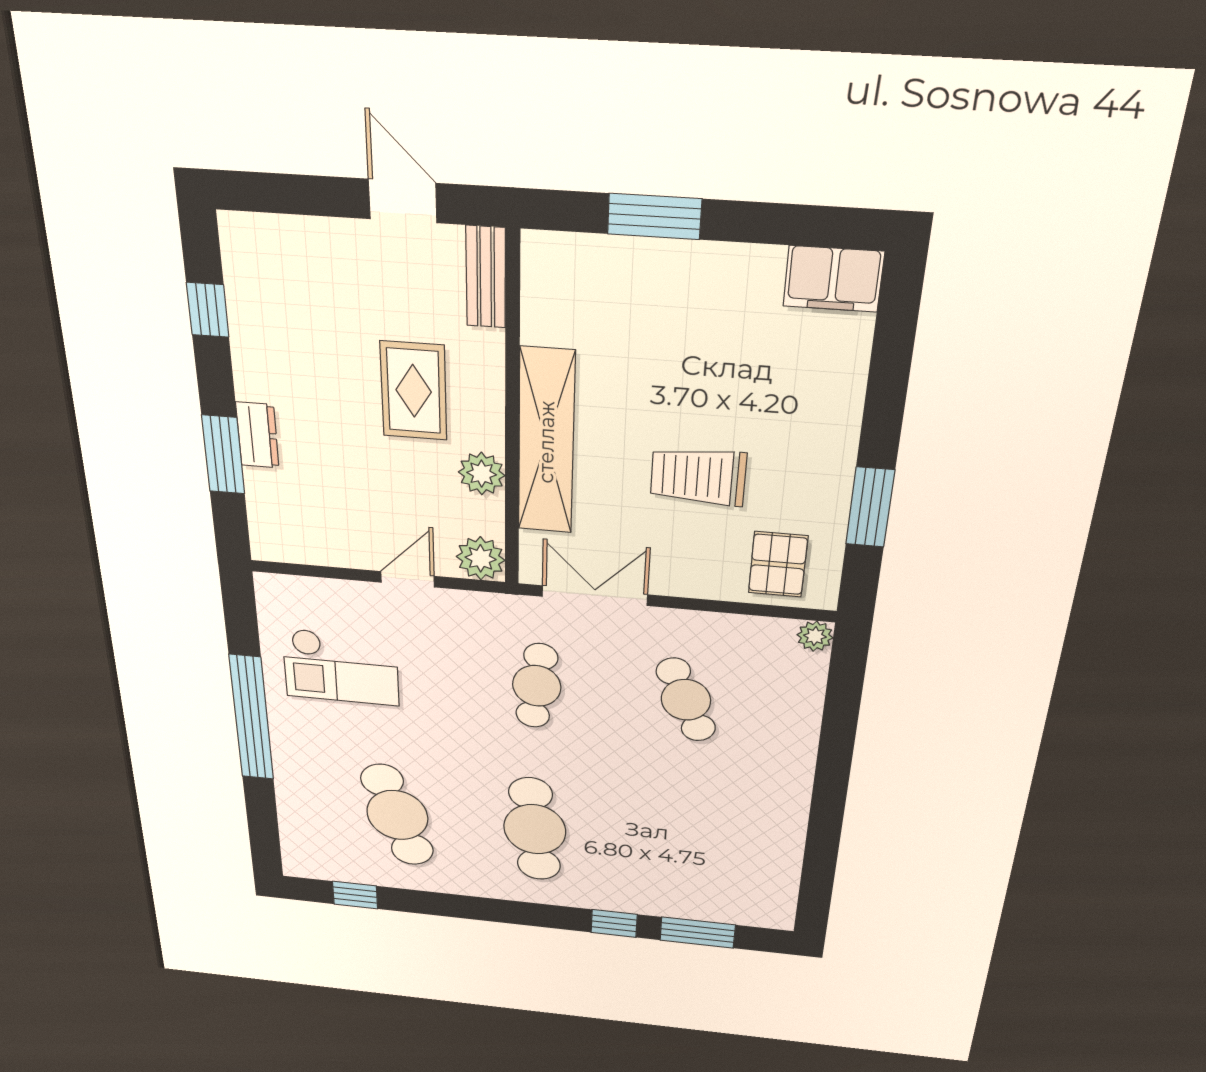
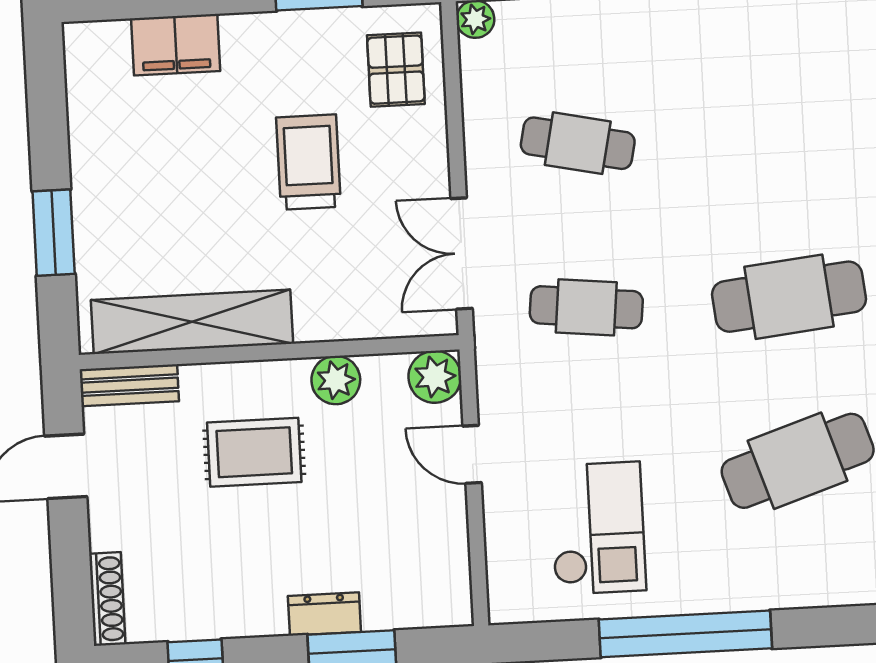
shoe rack: (265, 229) -> (107, 599), added
filing cabinet: (833, 279) -> (176, 45), moved, turned 90
shelving: (546, 442) -> (192, 322), moved
trolley: (698, 476) -> (308, 162), turned 180
pallet: (778, 564) -> (396, 70), turned 90
cafe table: (686, 700) -> (578, 143), turned 36

